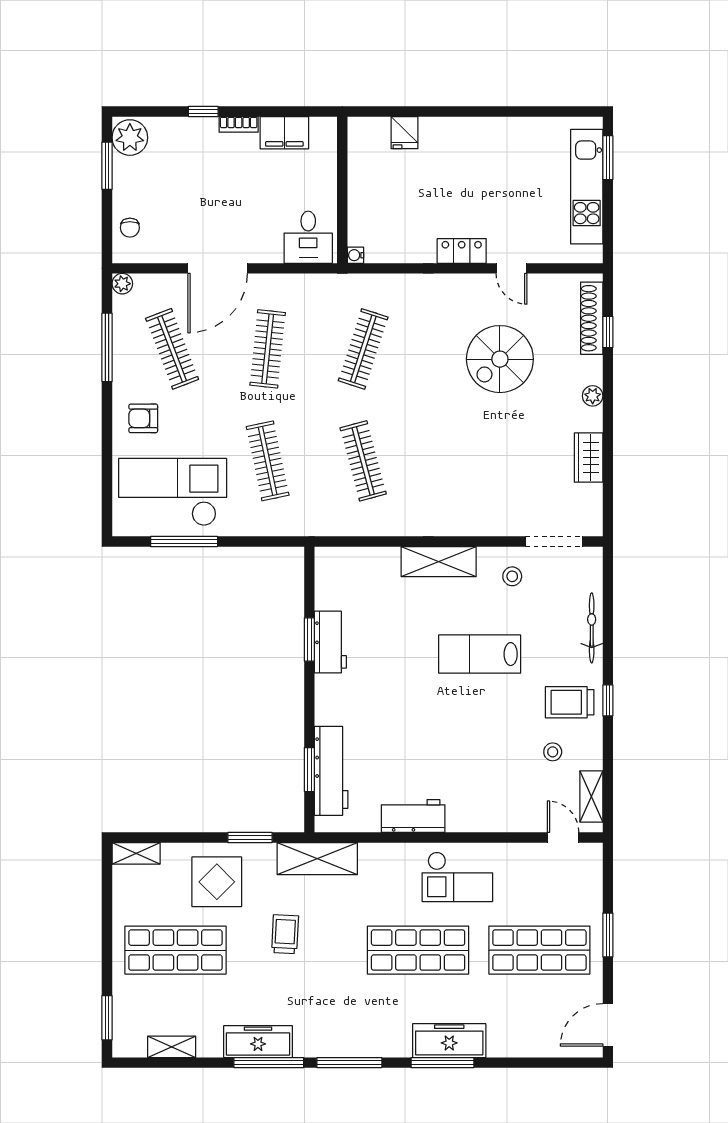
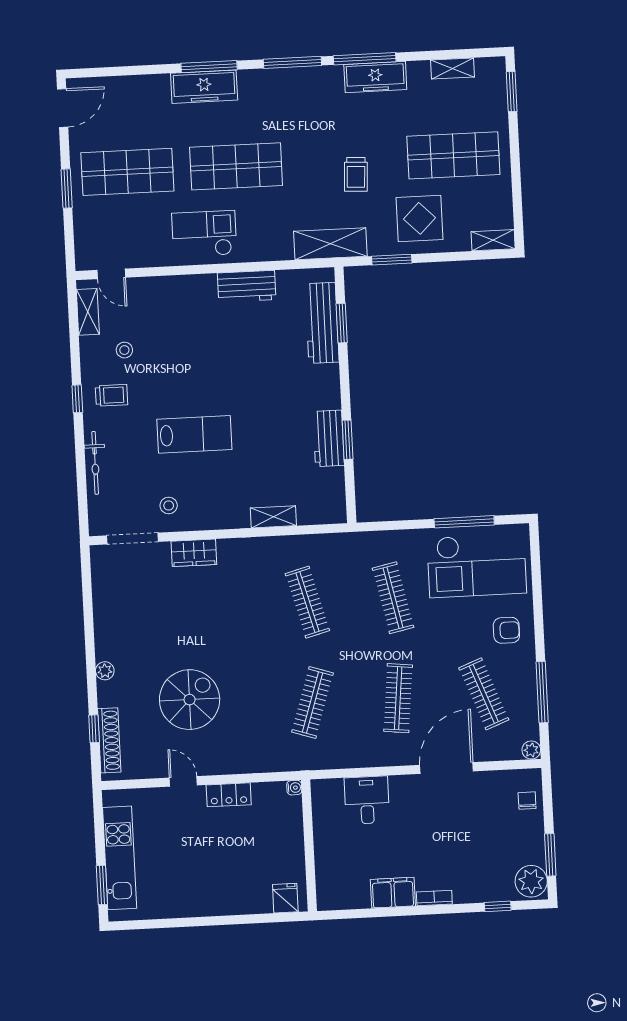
window: (203, 111) -> (498, 906), moved
wall: (342, 190) -> (309, 845), moved
water cooler: (355, 255) -> (294, 788), moved
wardrobe: (589, 458) -> (194, 553), moved, turned 90
shelving: (439, 562) -> (273, 517), moved, width x0.67, depth x0.75
trolley: (570, 702) -> (111, 395), width x0.73, depth x0.72

